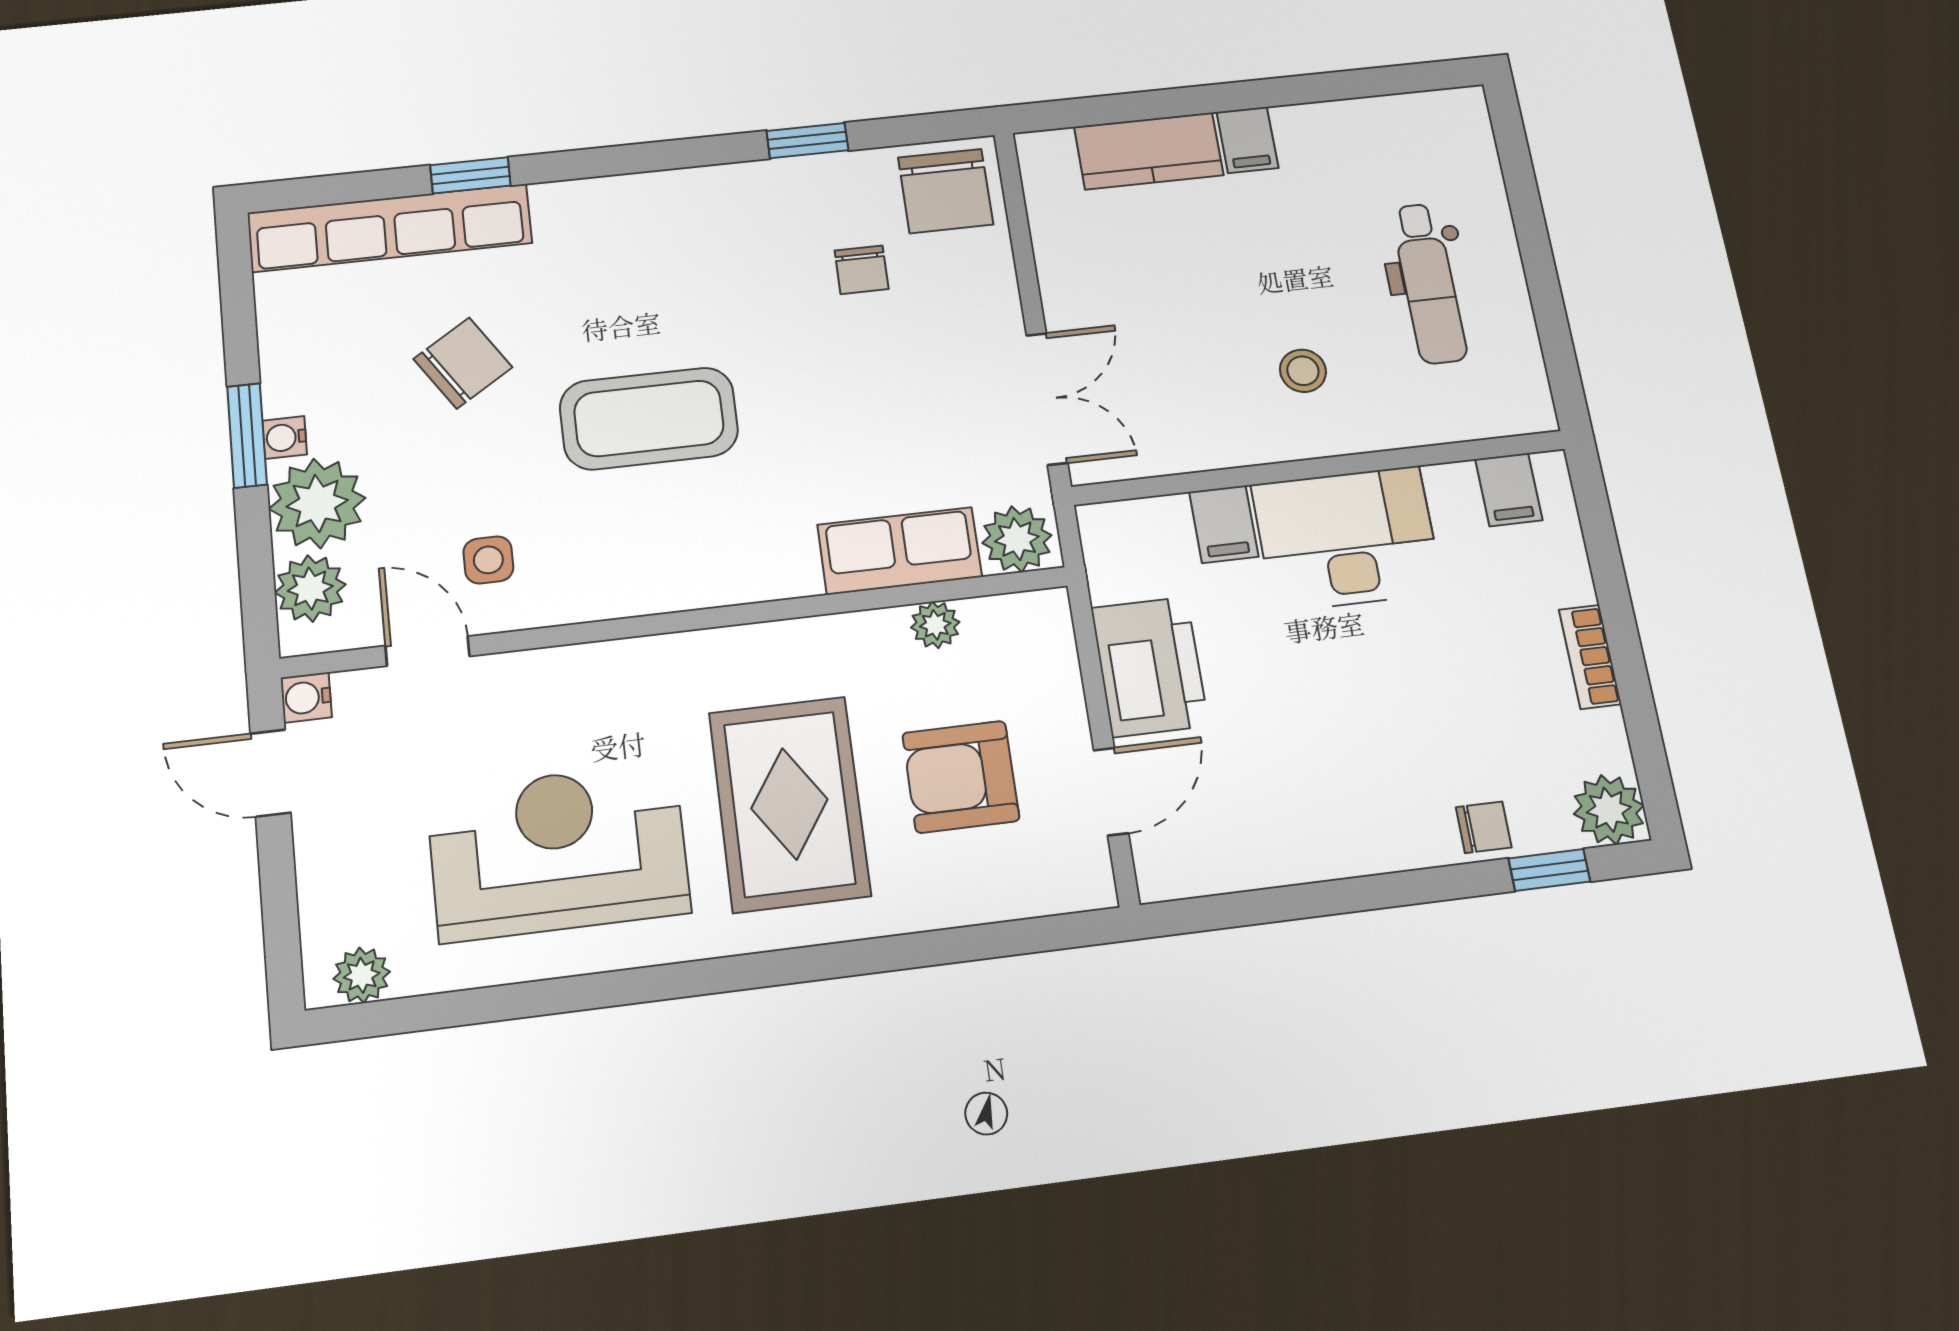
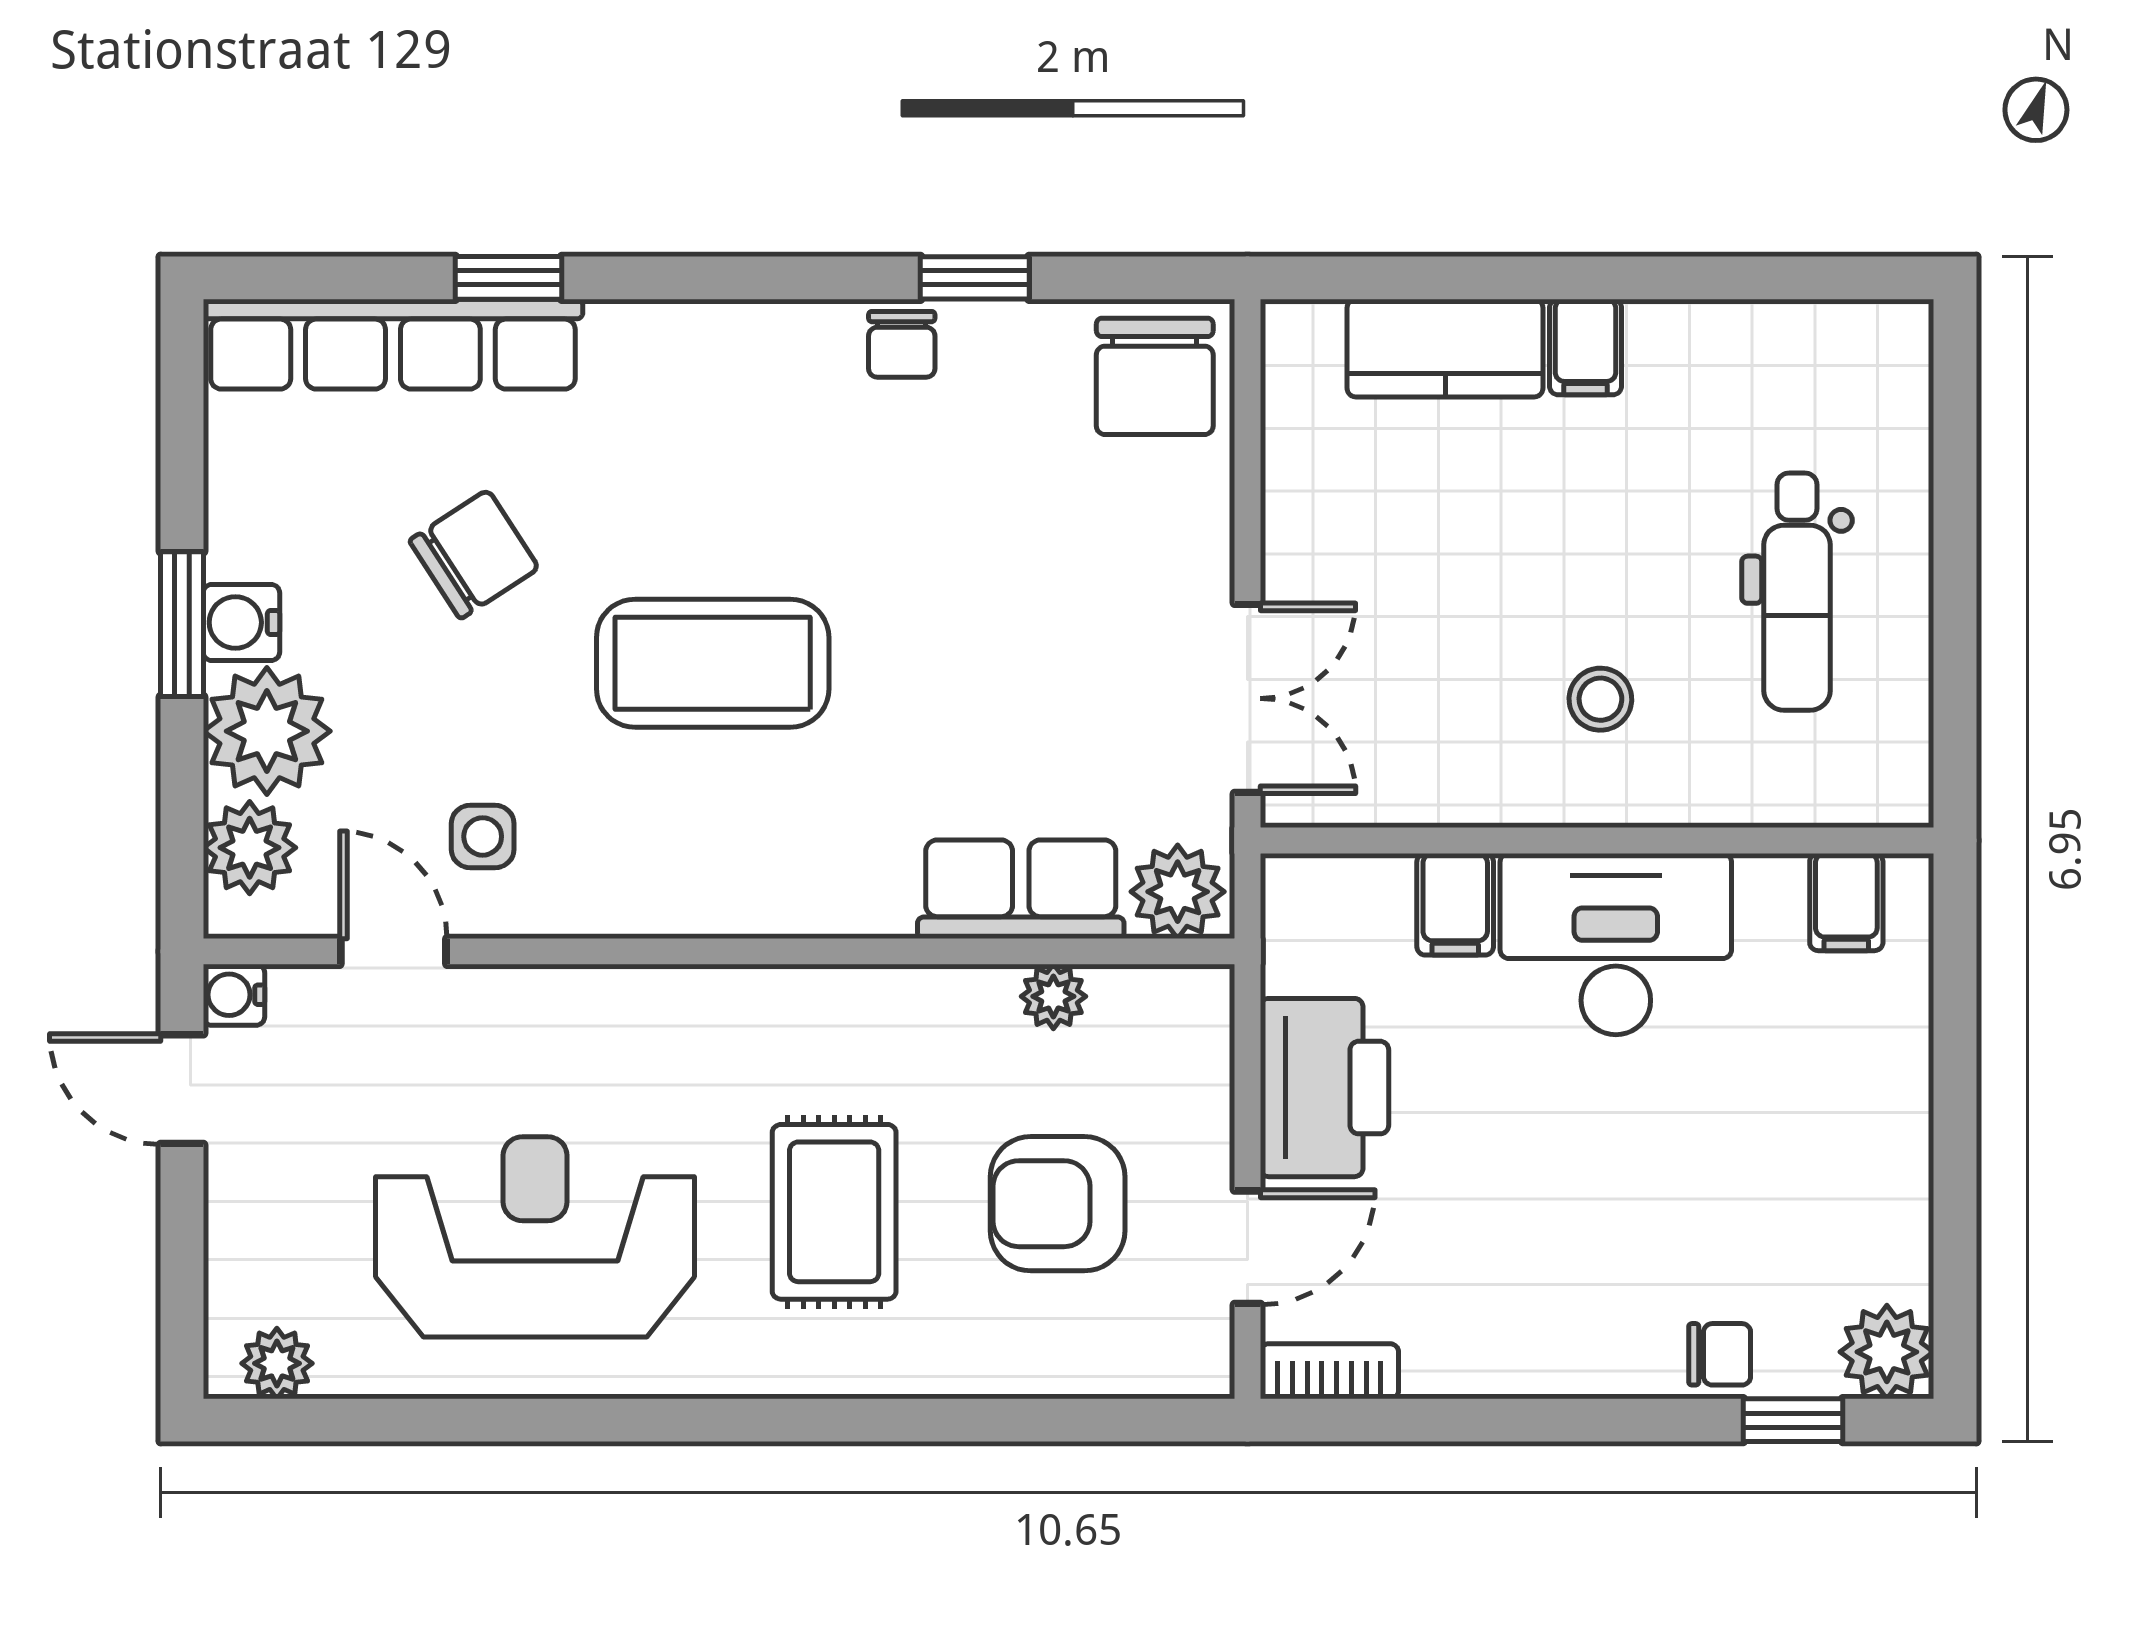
chair: (862, 270) -> (902, 344), moved
water cooler: (285, 438) -> (241, 622), width x1.38, depth x1.38
bookcase: (1590, 657) -> (1329, 1371), moved, turned 90
rug: (789, 804) -> (834, 1212), width x0.73, depth x0.70

